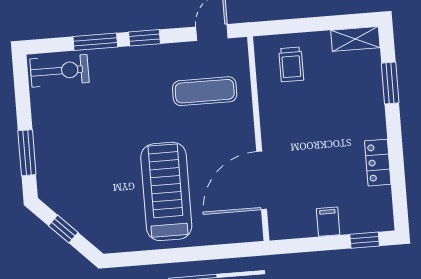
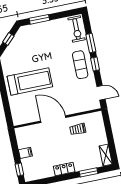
trolley: (291, 64) -> (78, 129), moved
exercise mat: (205, 91) -> (80, 65), moved
locker: (378, 163) -> (64, 169), moved
door: (262, 180) -> (53, 119), moved

